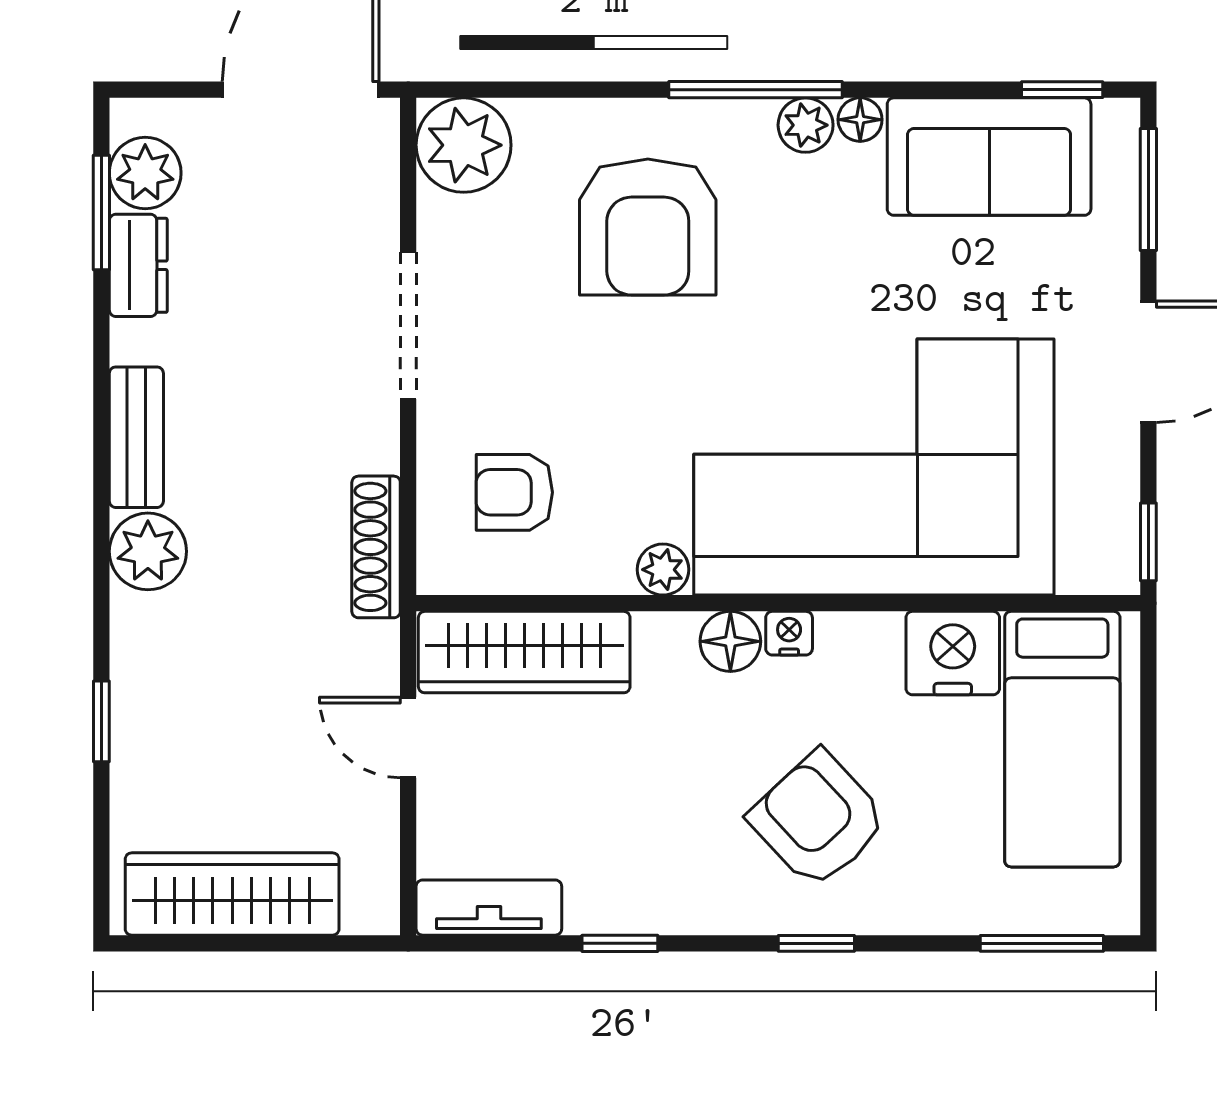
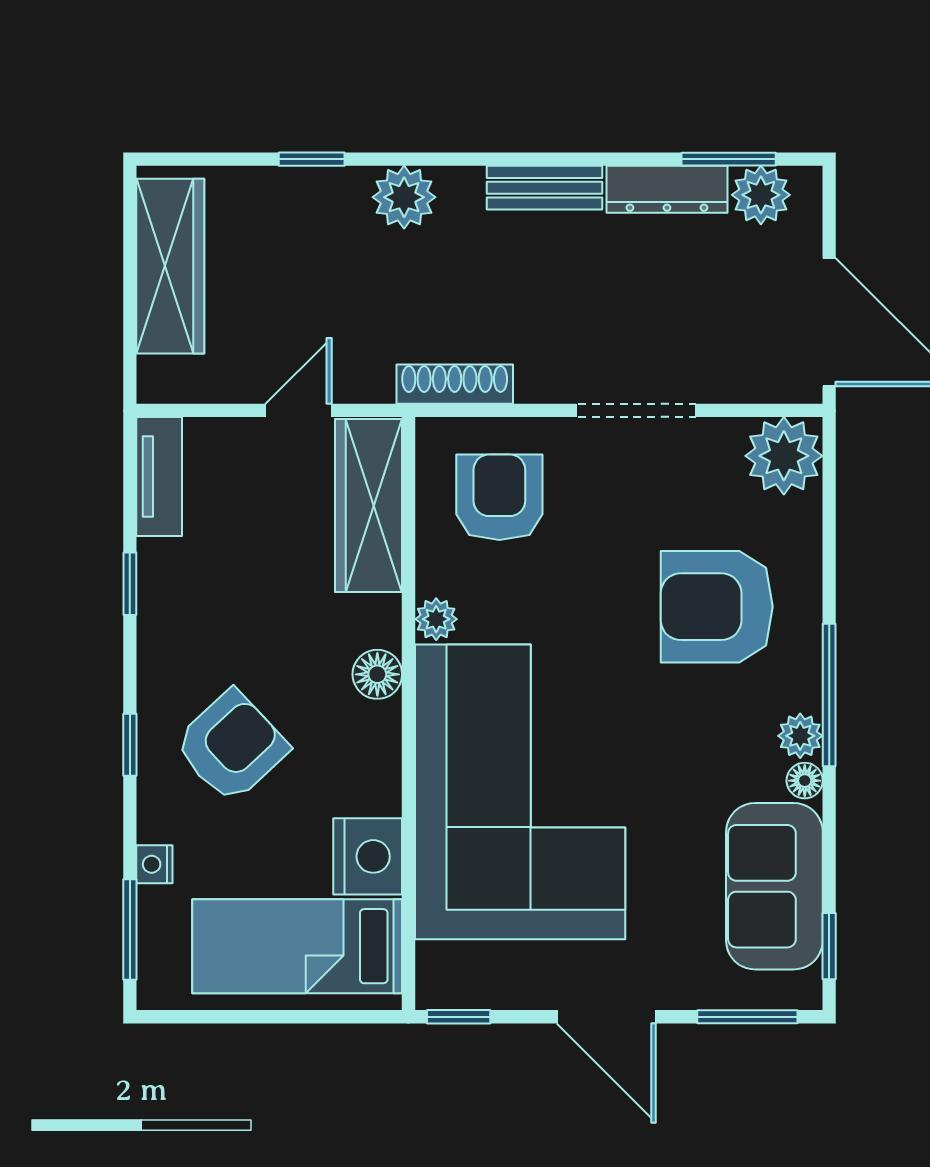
dresser: (138, 265) -> (667, 189), width x1.44
armchair: (514, 492) -> (499, 497), width x1.38, depth x1.38
plant: (148, 551) -> (404, 197), moved
nightstand: (789, 633) -> (154, 864), moved, turned 180

